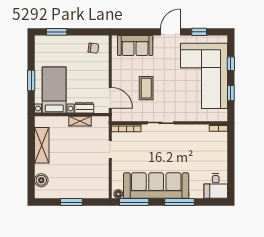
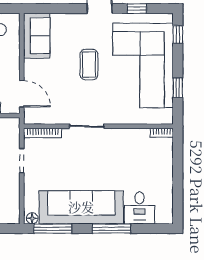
sofa: (135, 46) -> (37, 36), moved, turned -90
window: (231, 64) -> (178, 34), moved
coffee table: (146, 88) -> (89, 65), moved
desk: (216, 186) -> (140, 208), moved

